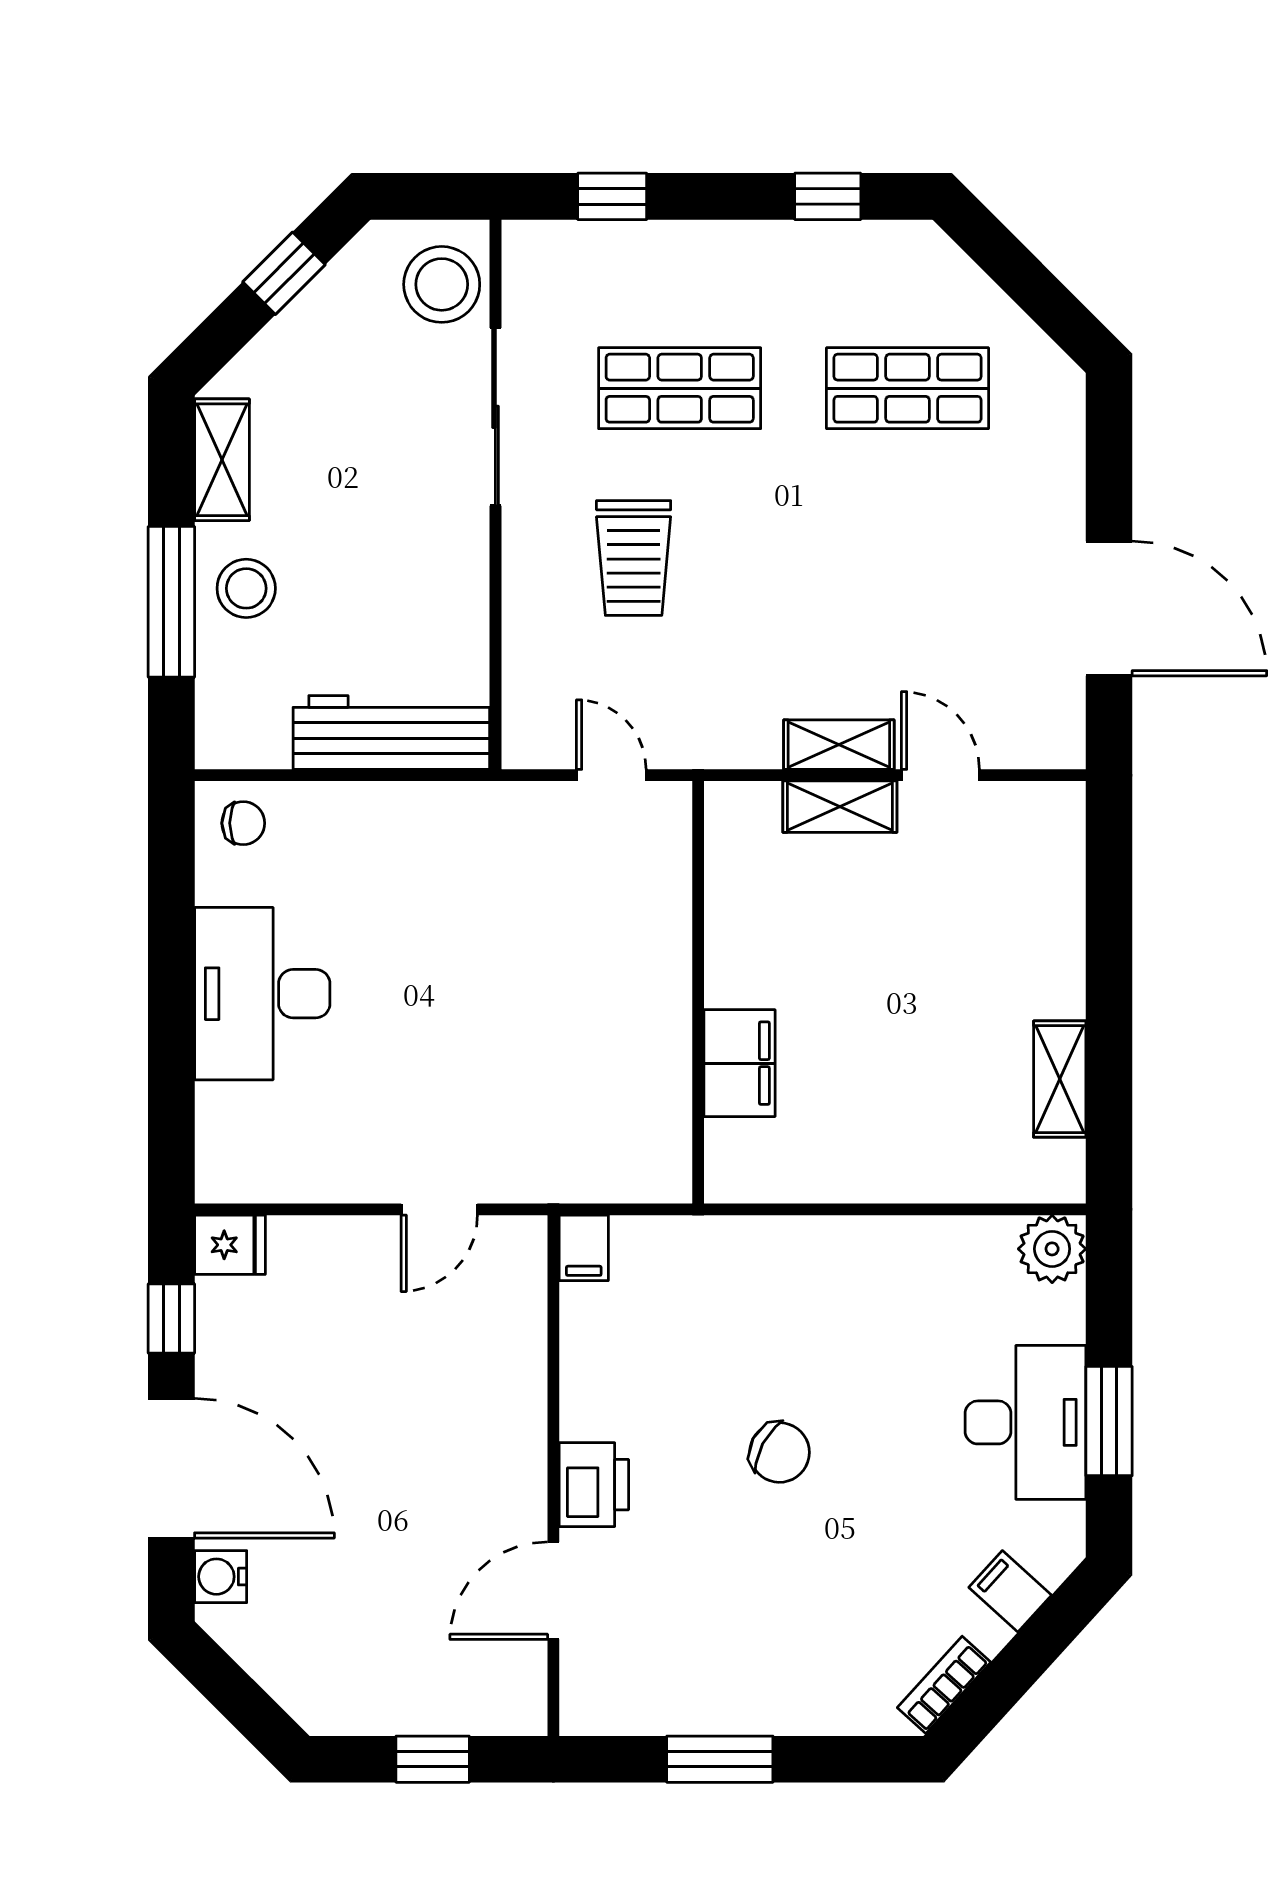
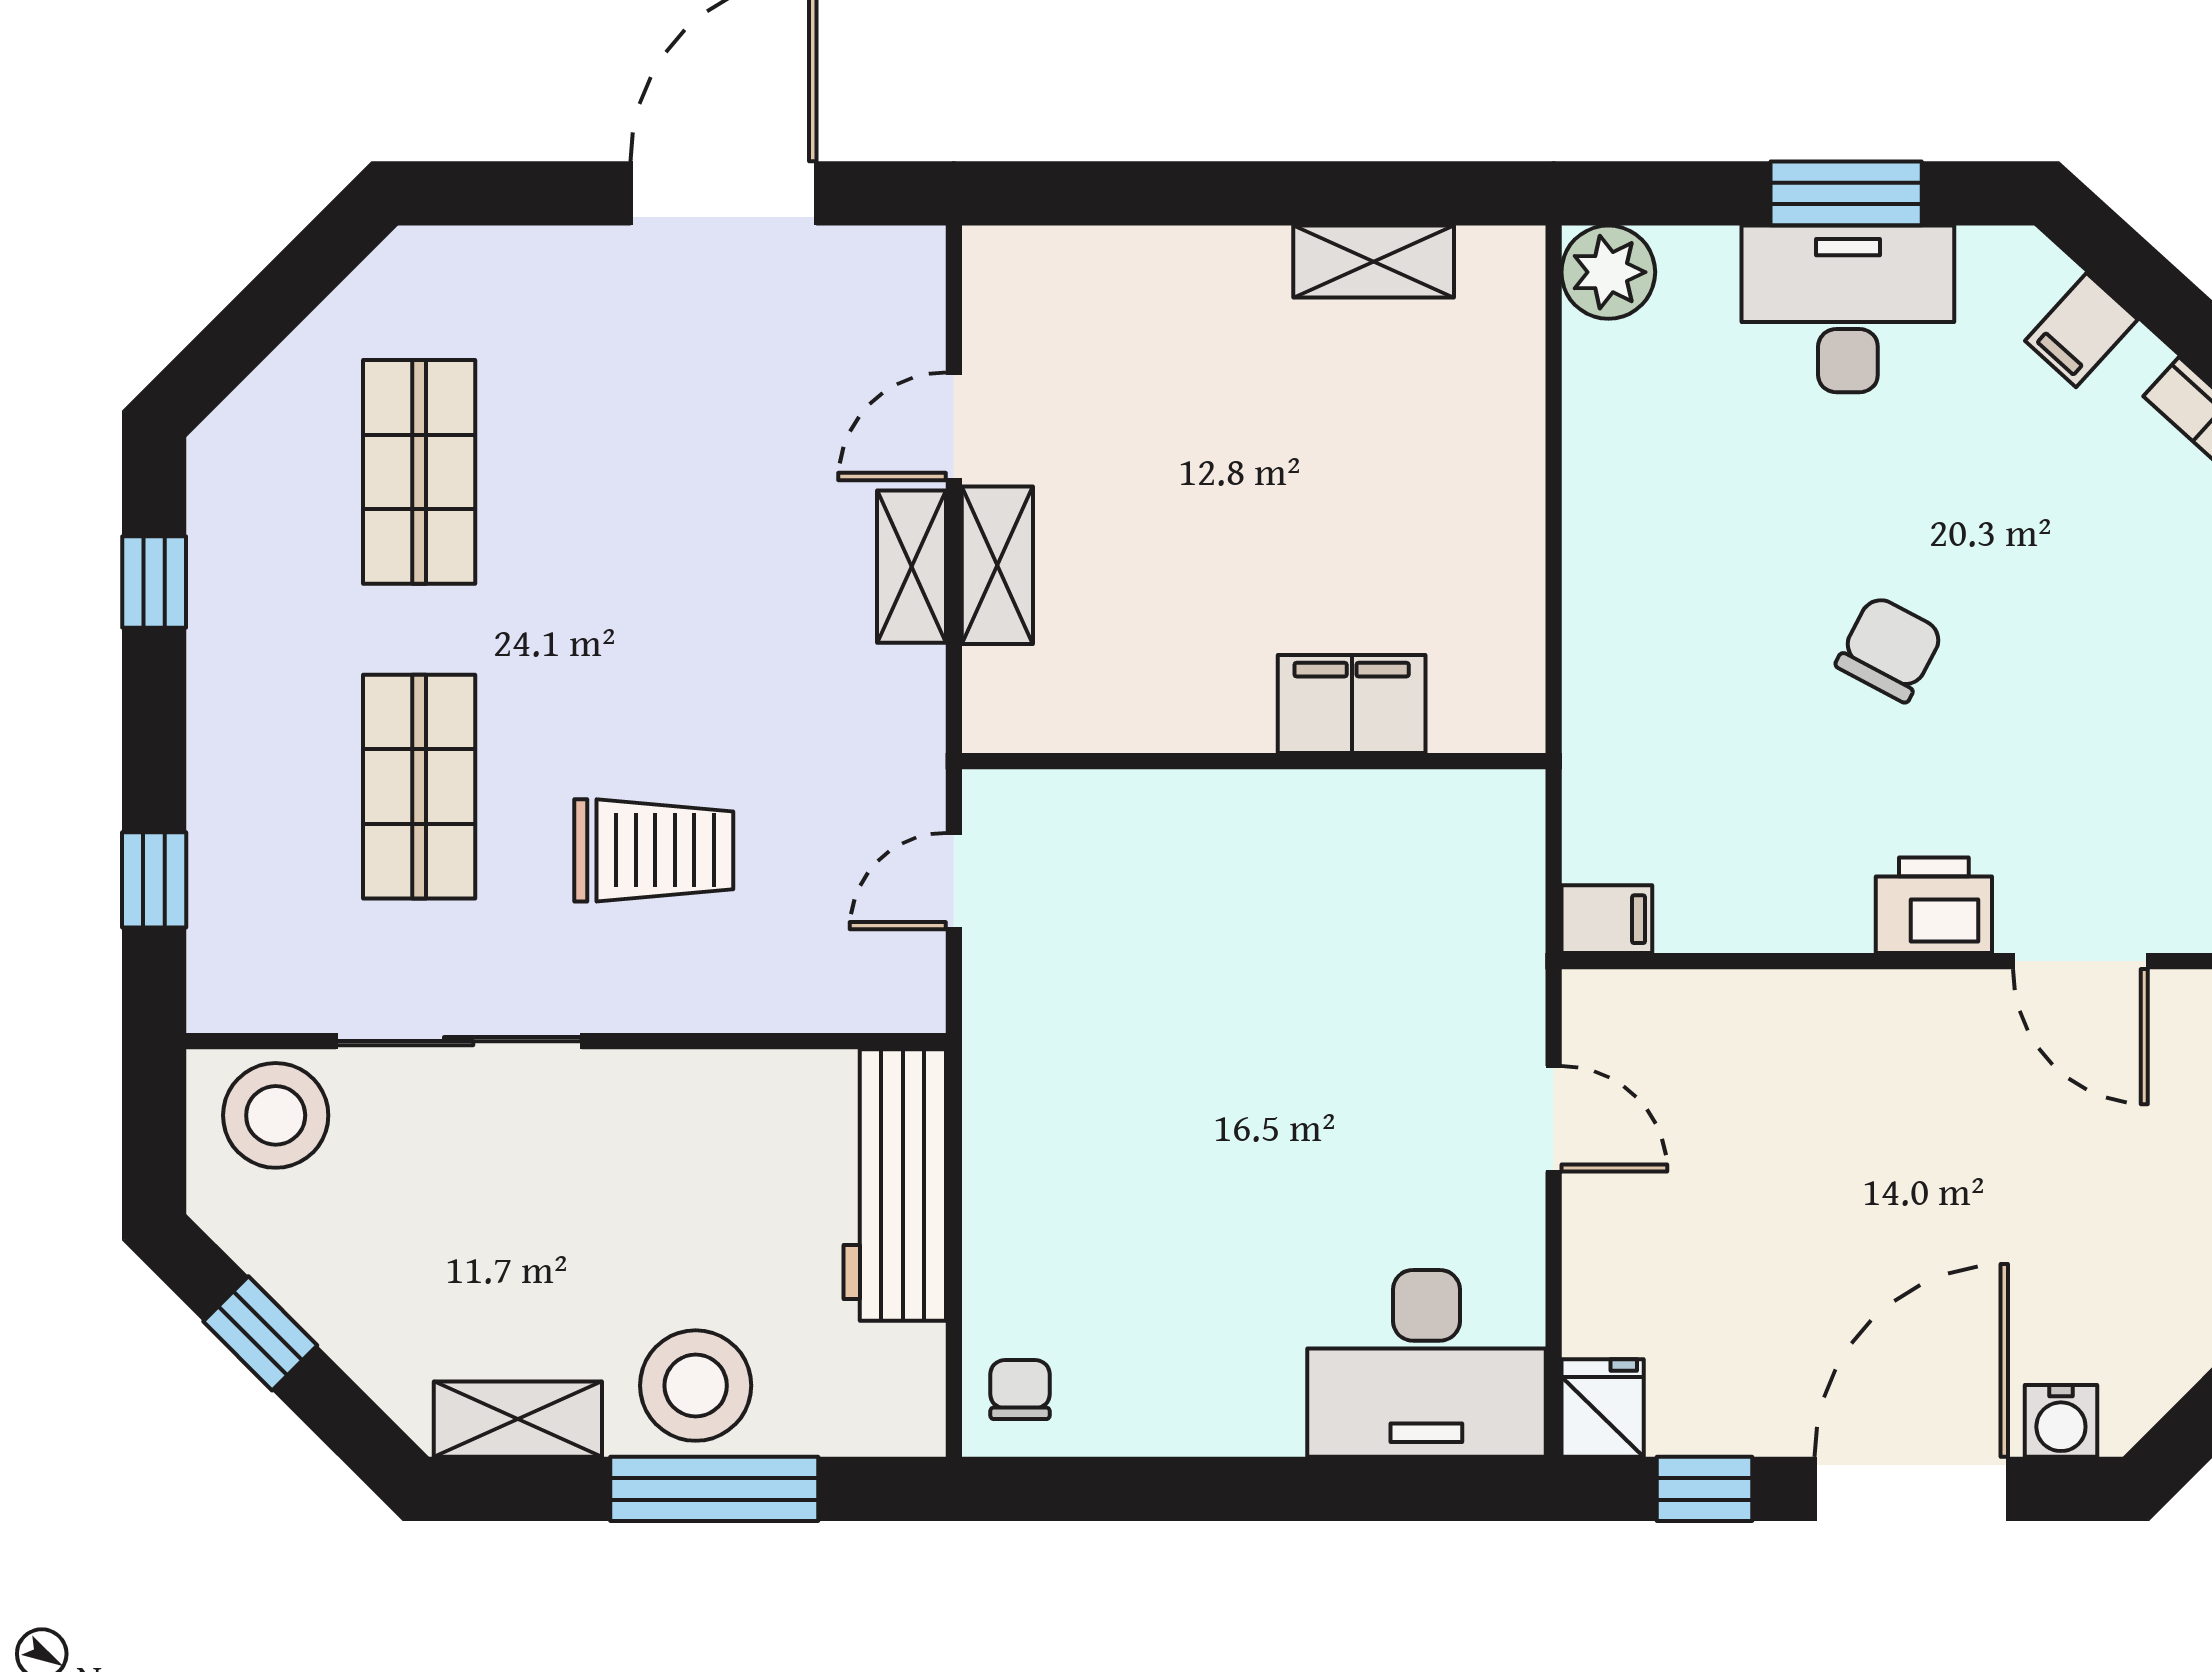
stool: (246, 588) -> (696, 1386), width x1.38, depth x1.38
desk: (262, 994) -> (1426, 1363), moved

